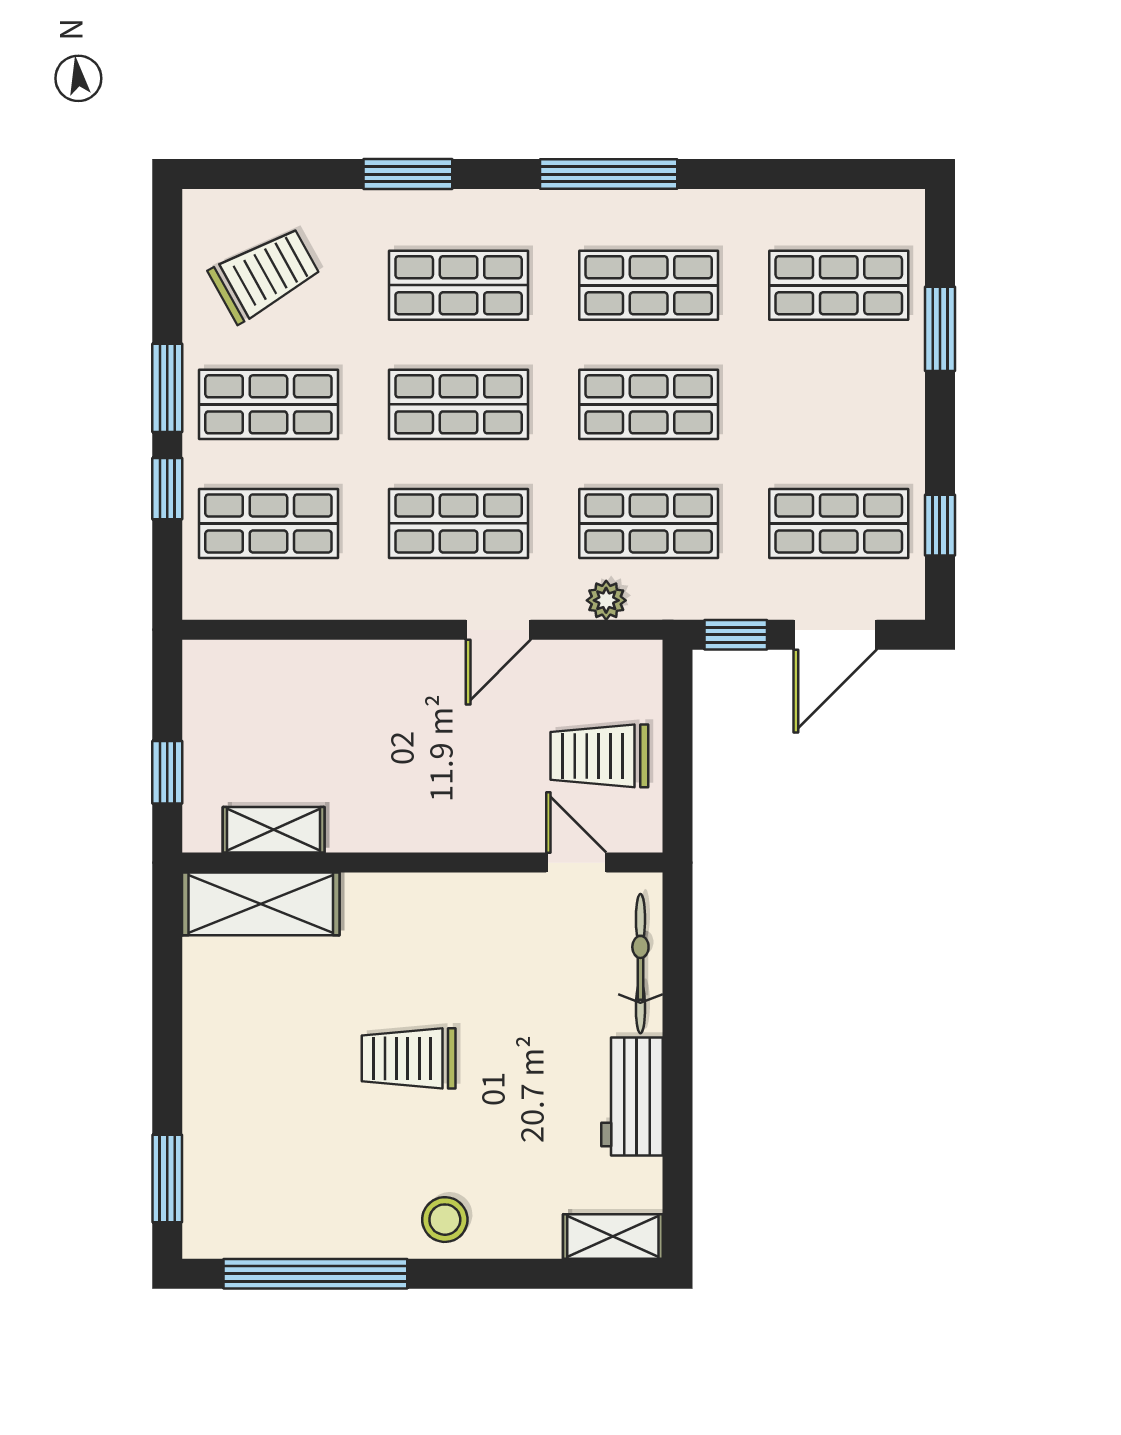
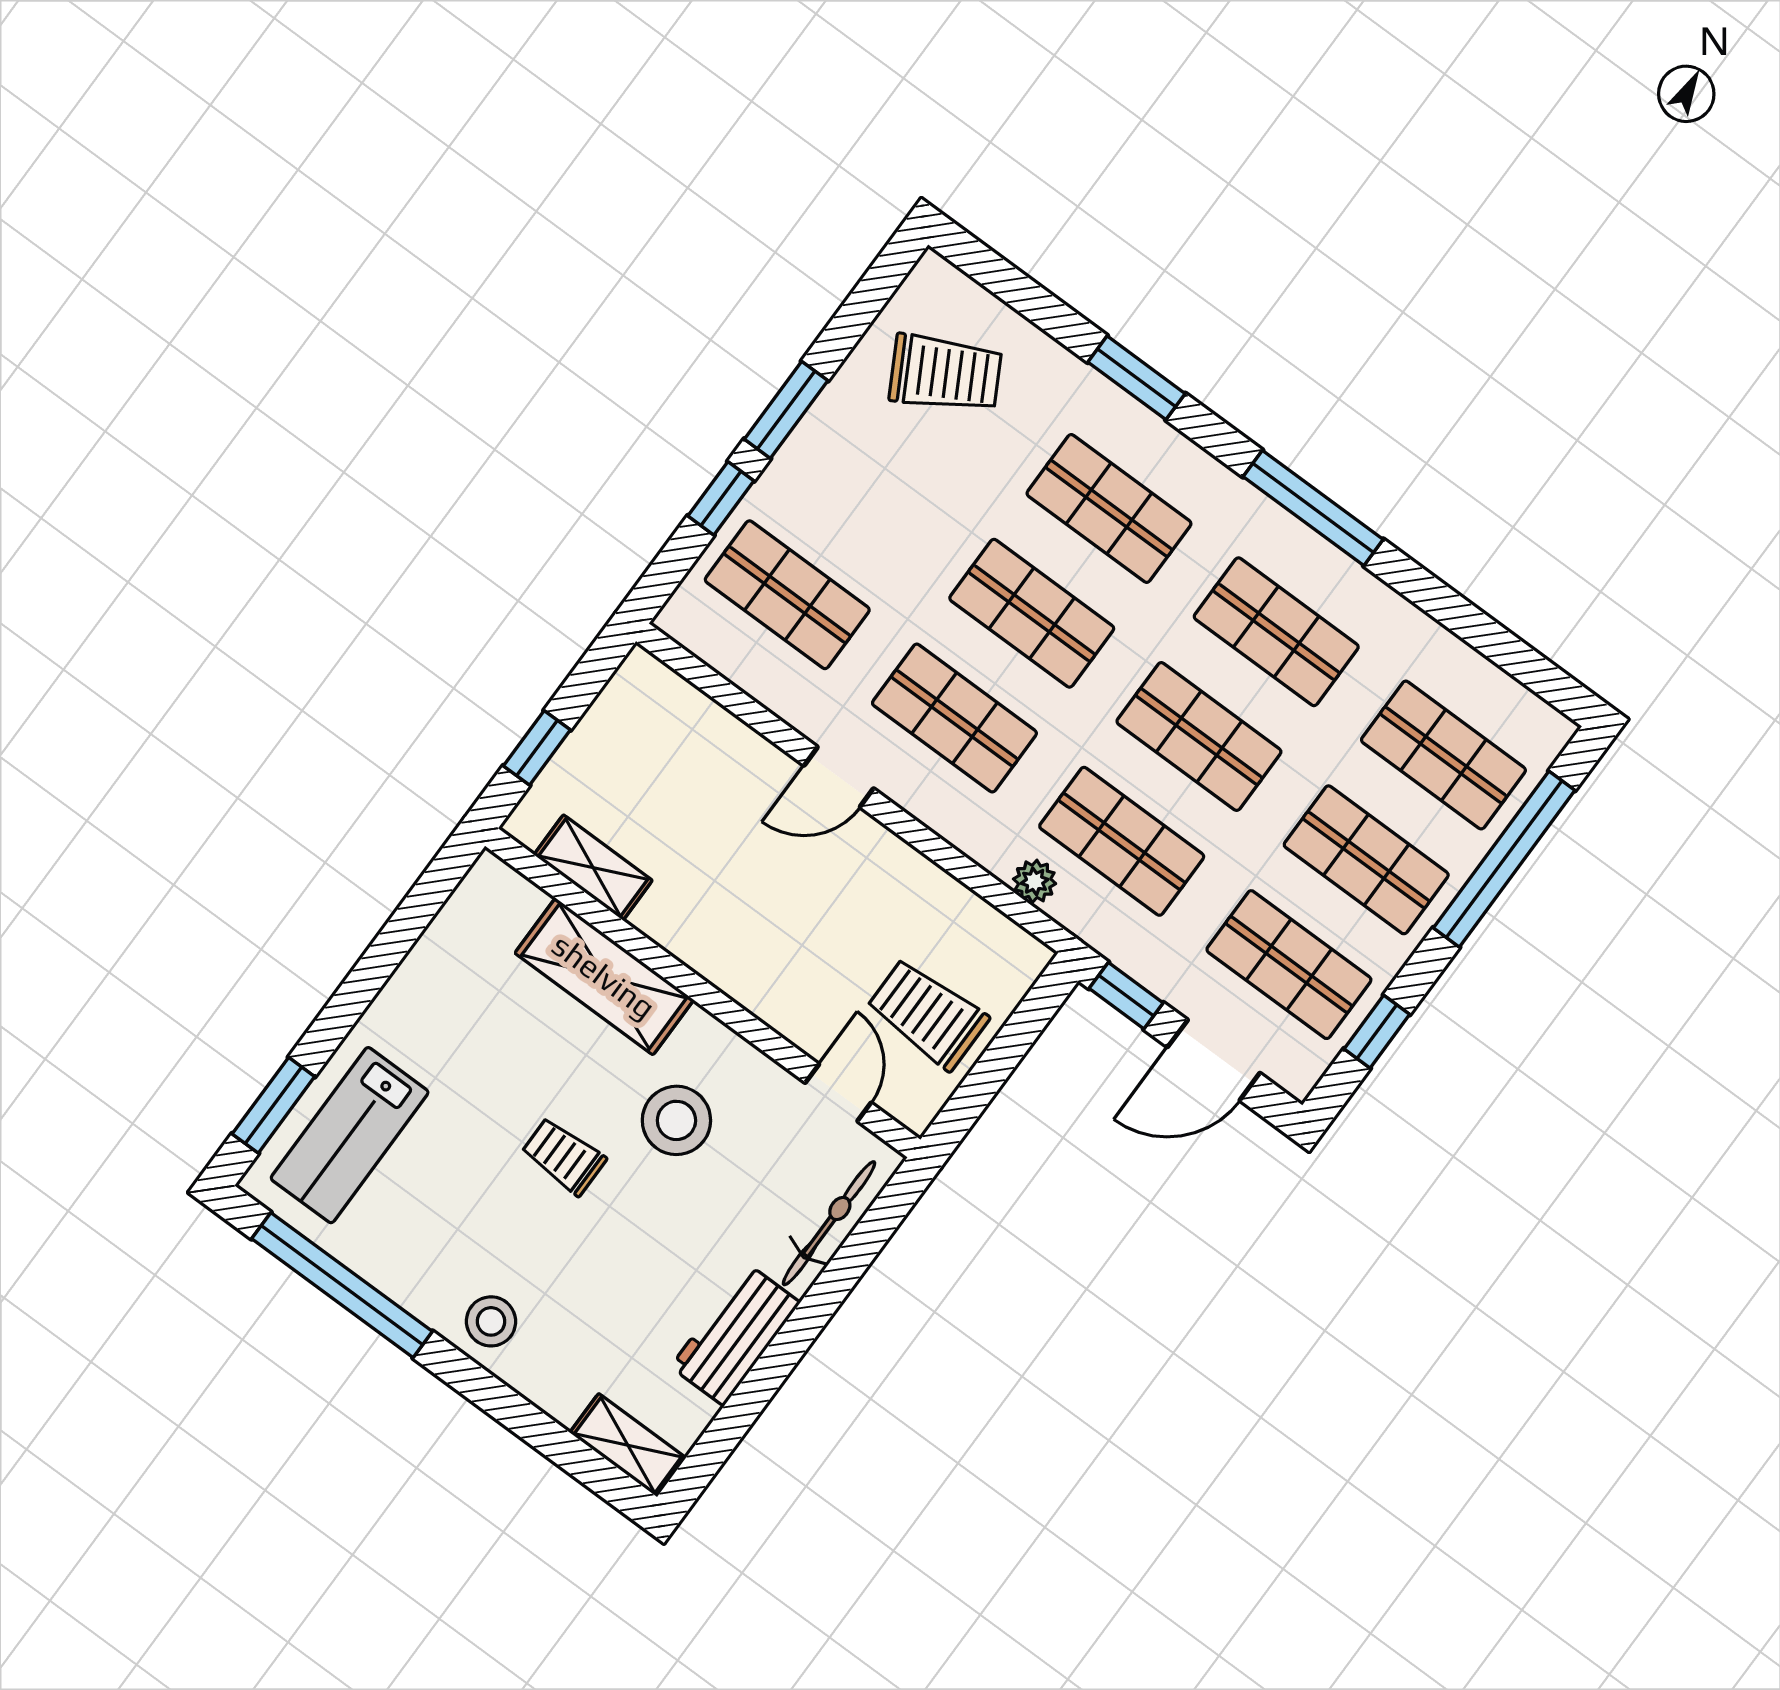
window: (940, 329) -> (1504, 859), width x2.11
shop shelf: (268, 404) -> (1366, 860), moved
door: (498, 630) -> (839, 777), moved
shelving: (261, 904) -> (604, 976), moved
stool: (472, 971) -> (676, 1120), added
trolley: (409, 1058) -> (564, 1156), width x0.73, depth x0.72
lab bench: (240, 1159) -> (350, 1135), added

